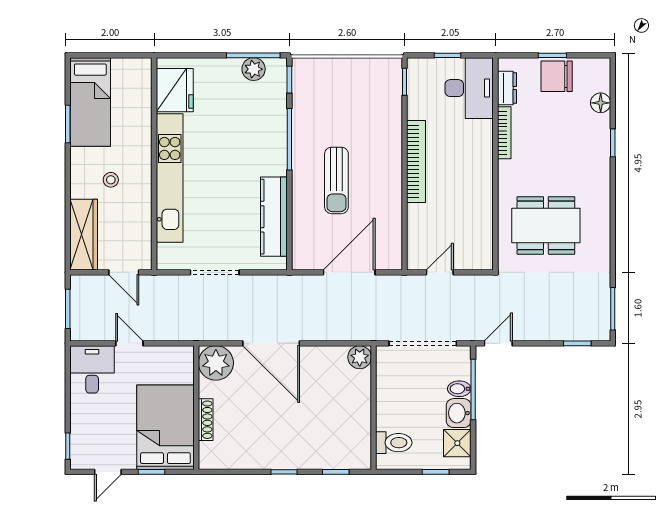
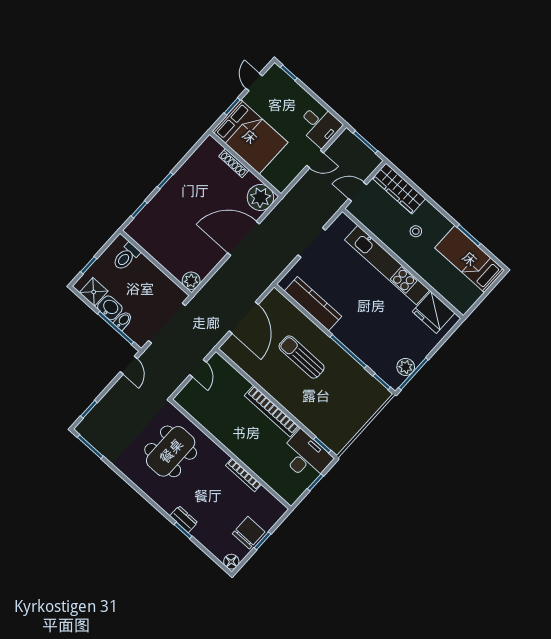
desk: (469, 88) -> (306, 456), moved, turned 180
dresser: (507, 88) -> (184, 519), moved, turned 180
floor lamp: (601, 103) -> (231, 562), moved

